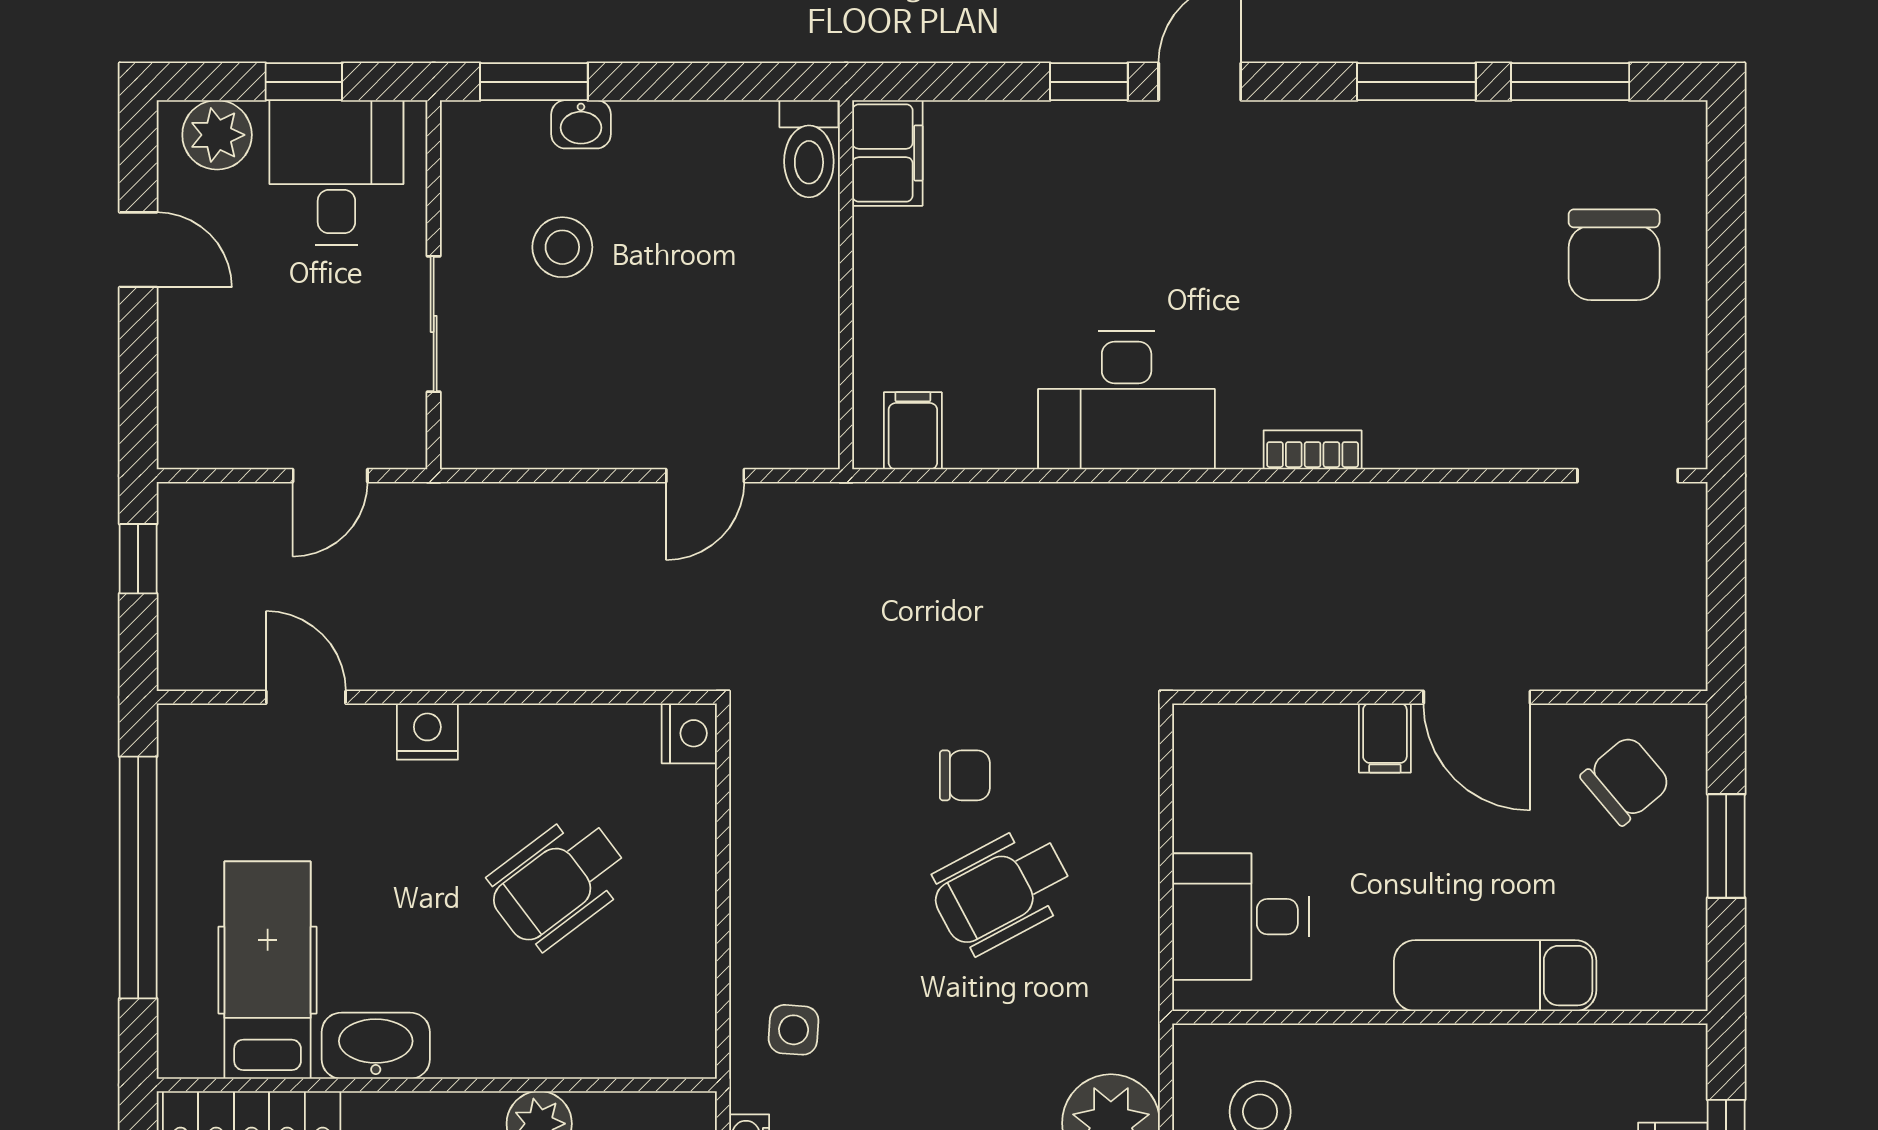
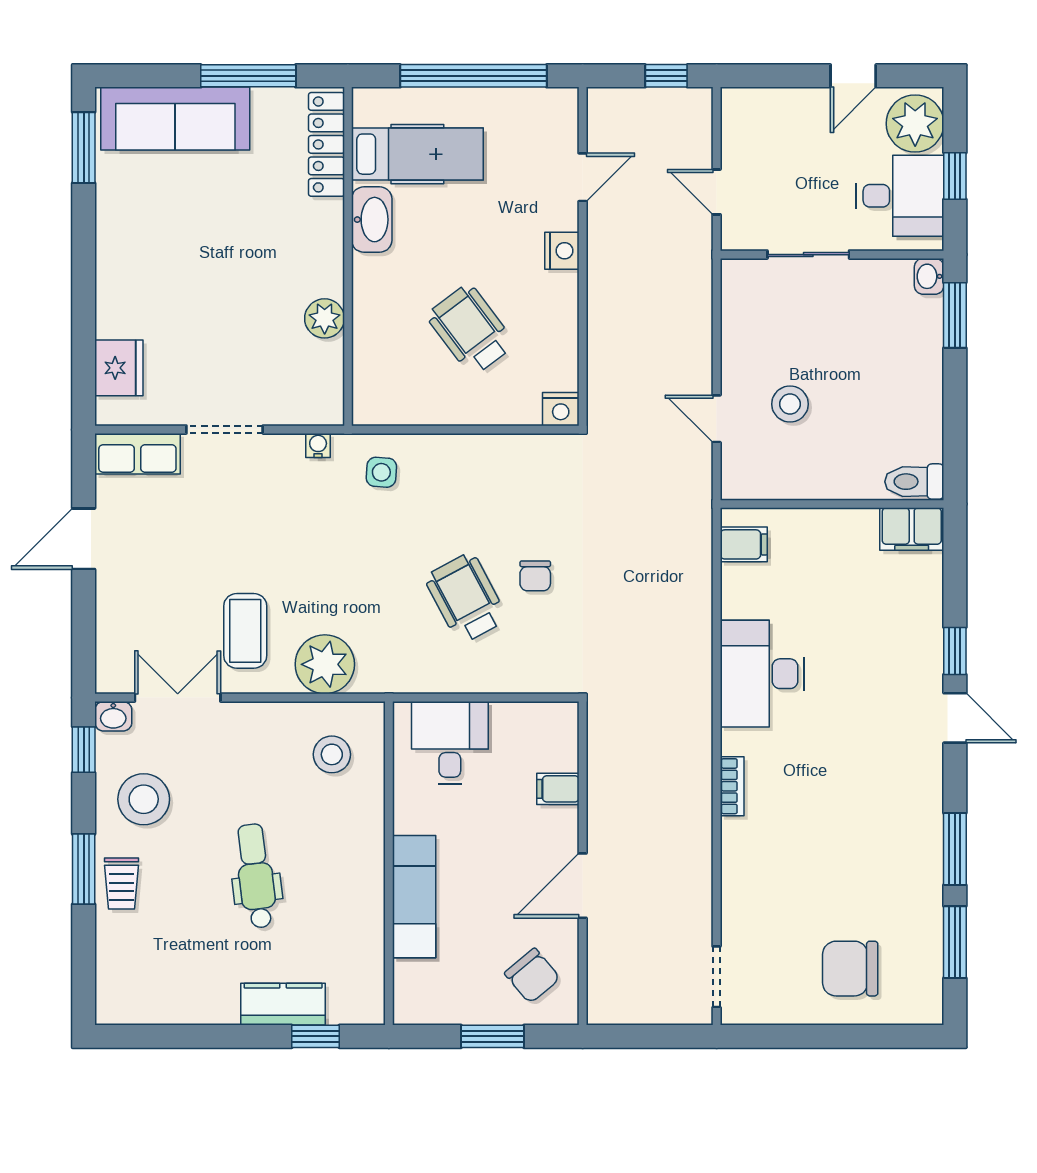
washbasin: (581, 124) -> (929, 276), moved
plant: (217, 135) -> (915, 124), width x1.36, depth x1.36
stool: (562, 247) -> (790, 404), moved
filing cabinet: (1385, 738) -> (558, 789), moved

